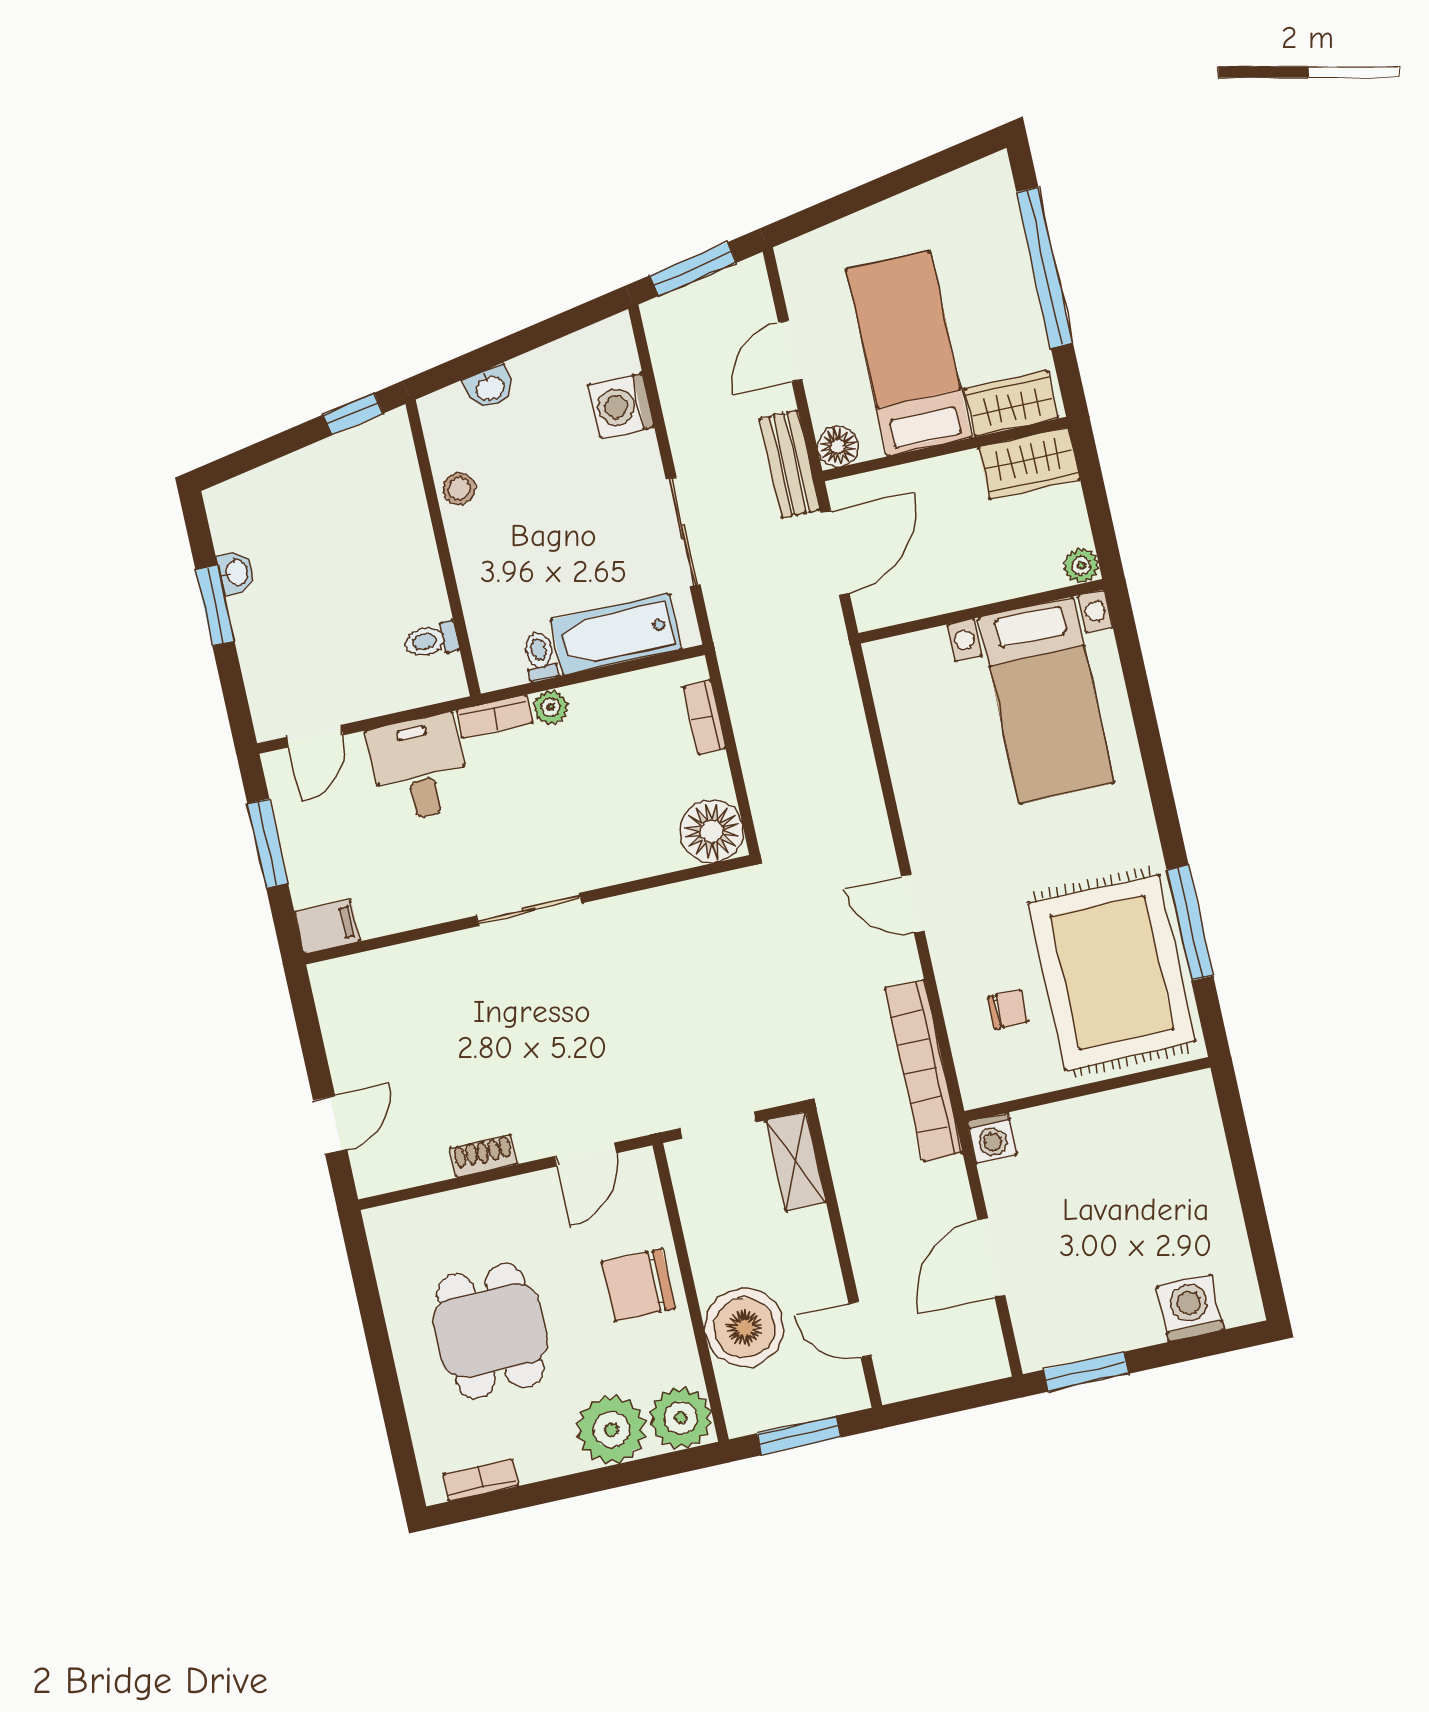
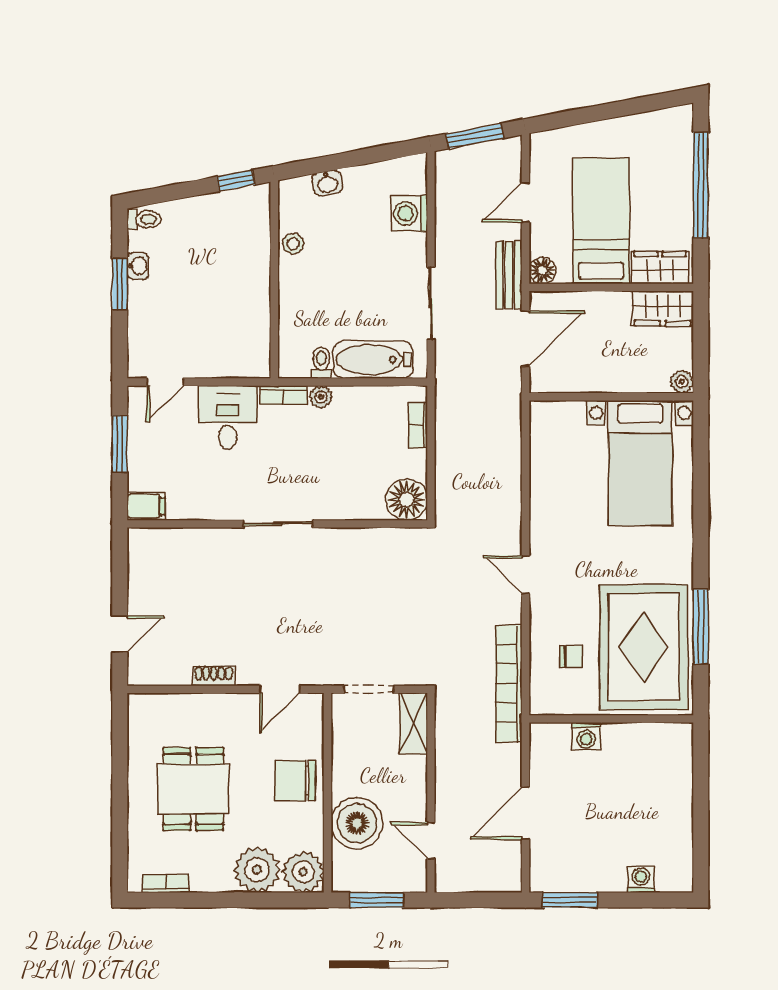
toilet: (431, 640) -> (144, 219), moved, turned 180
washing machine: (992, 1138) -> (586, 736), moved
washing machine: (1190, 1308) -> (641, 879), width x0.73, depth x0.73

